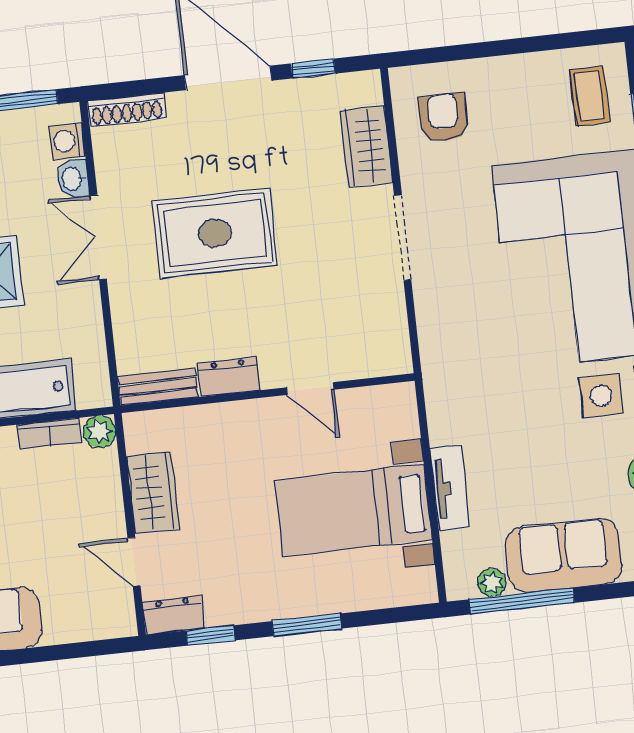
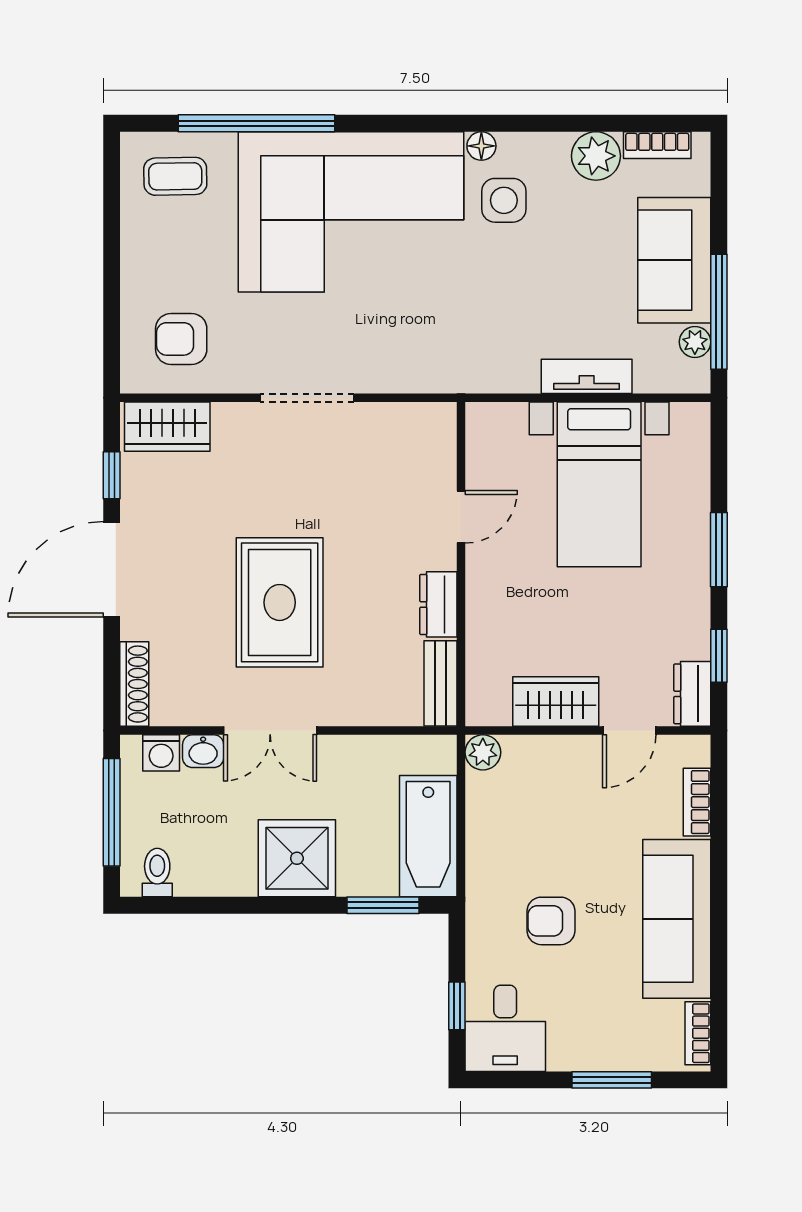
wardrobe: (366, 146) -> (167, 427), moved
bookcase: (50, 433) -> (697, 802), moved, turned 180

